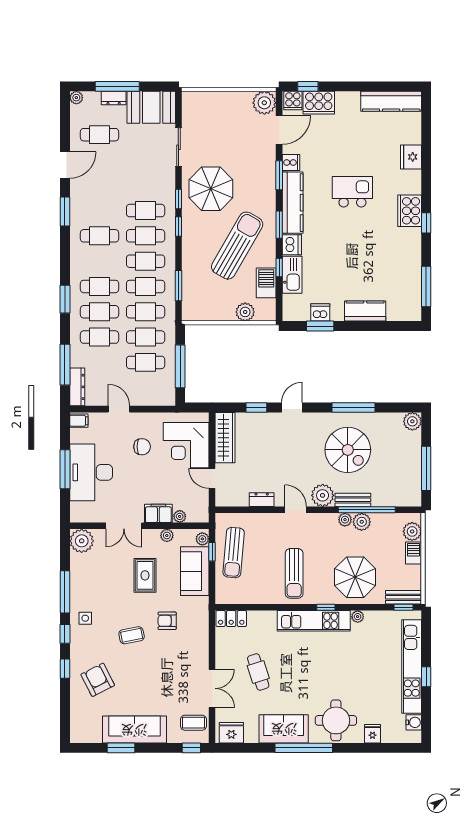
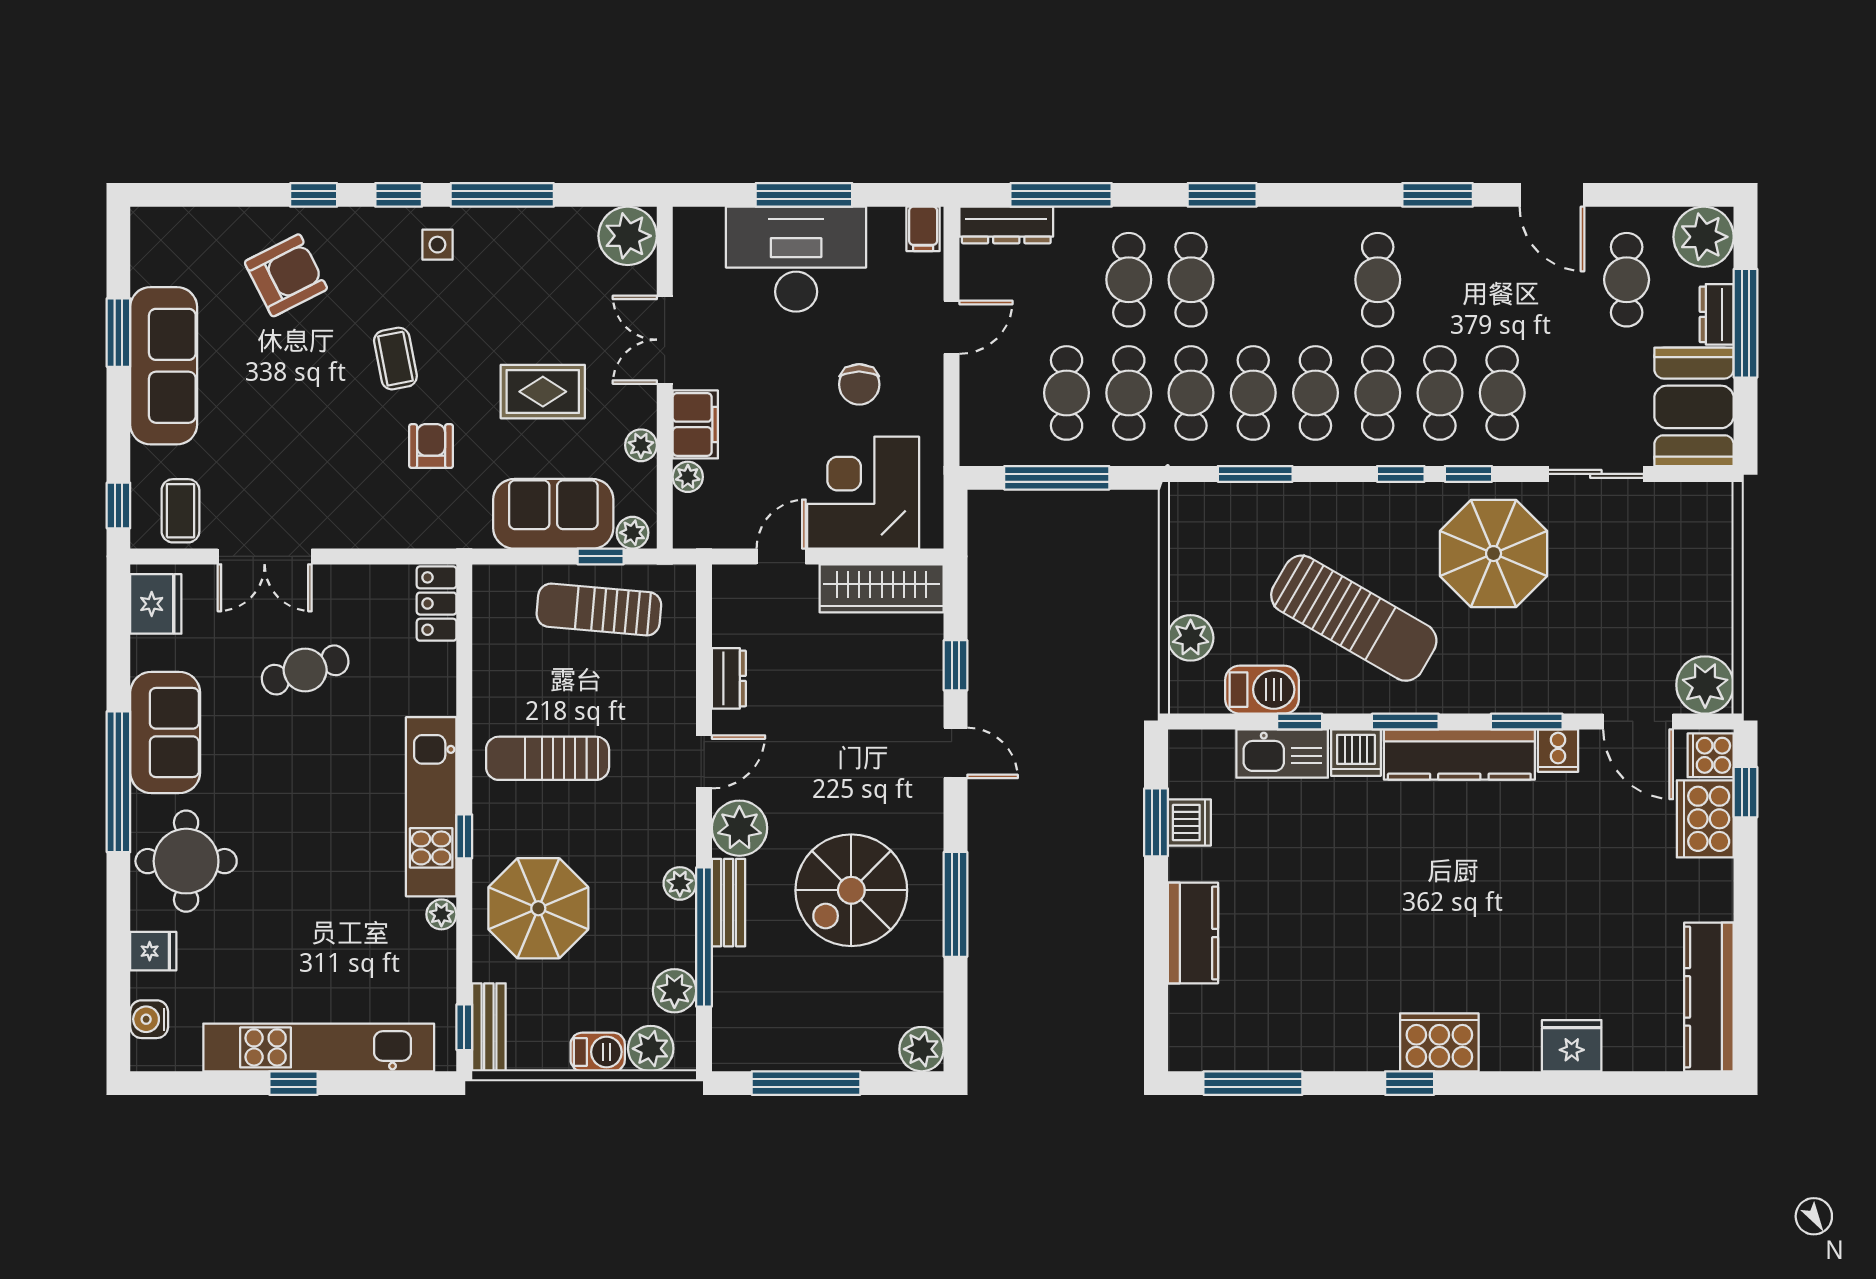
plant: (76, 98) -> (1704, 237), width x1.88, depth x1.88
kitchen island: (352, 192) -> (1486, 902), removed
cafe table: (100, 286) -> (1502, 393), moved
plant: (362, 522) -> (674, 991), moved
water cooler: (414, 722) -> (149, 1019), moved, turned 90

